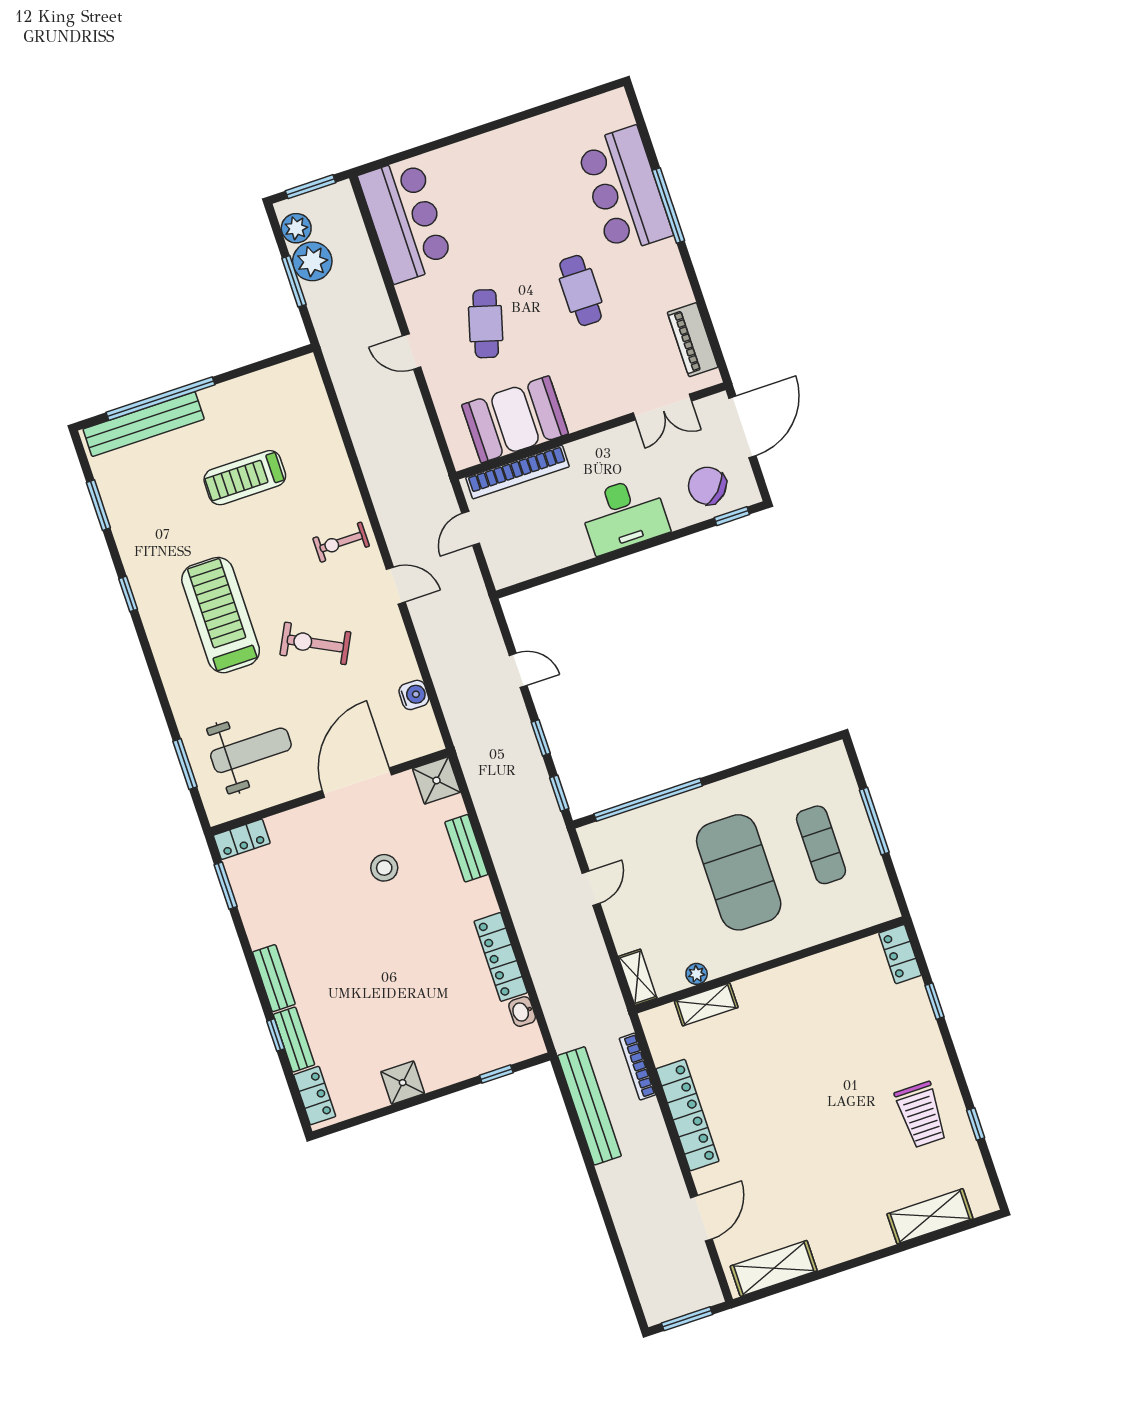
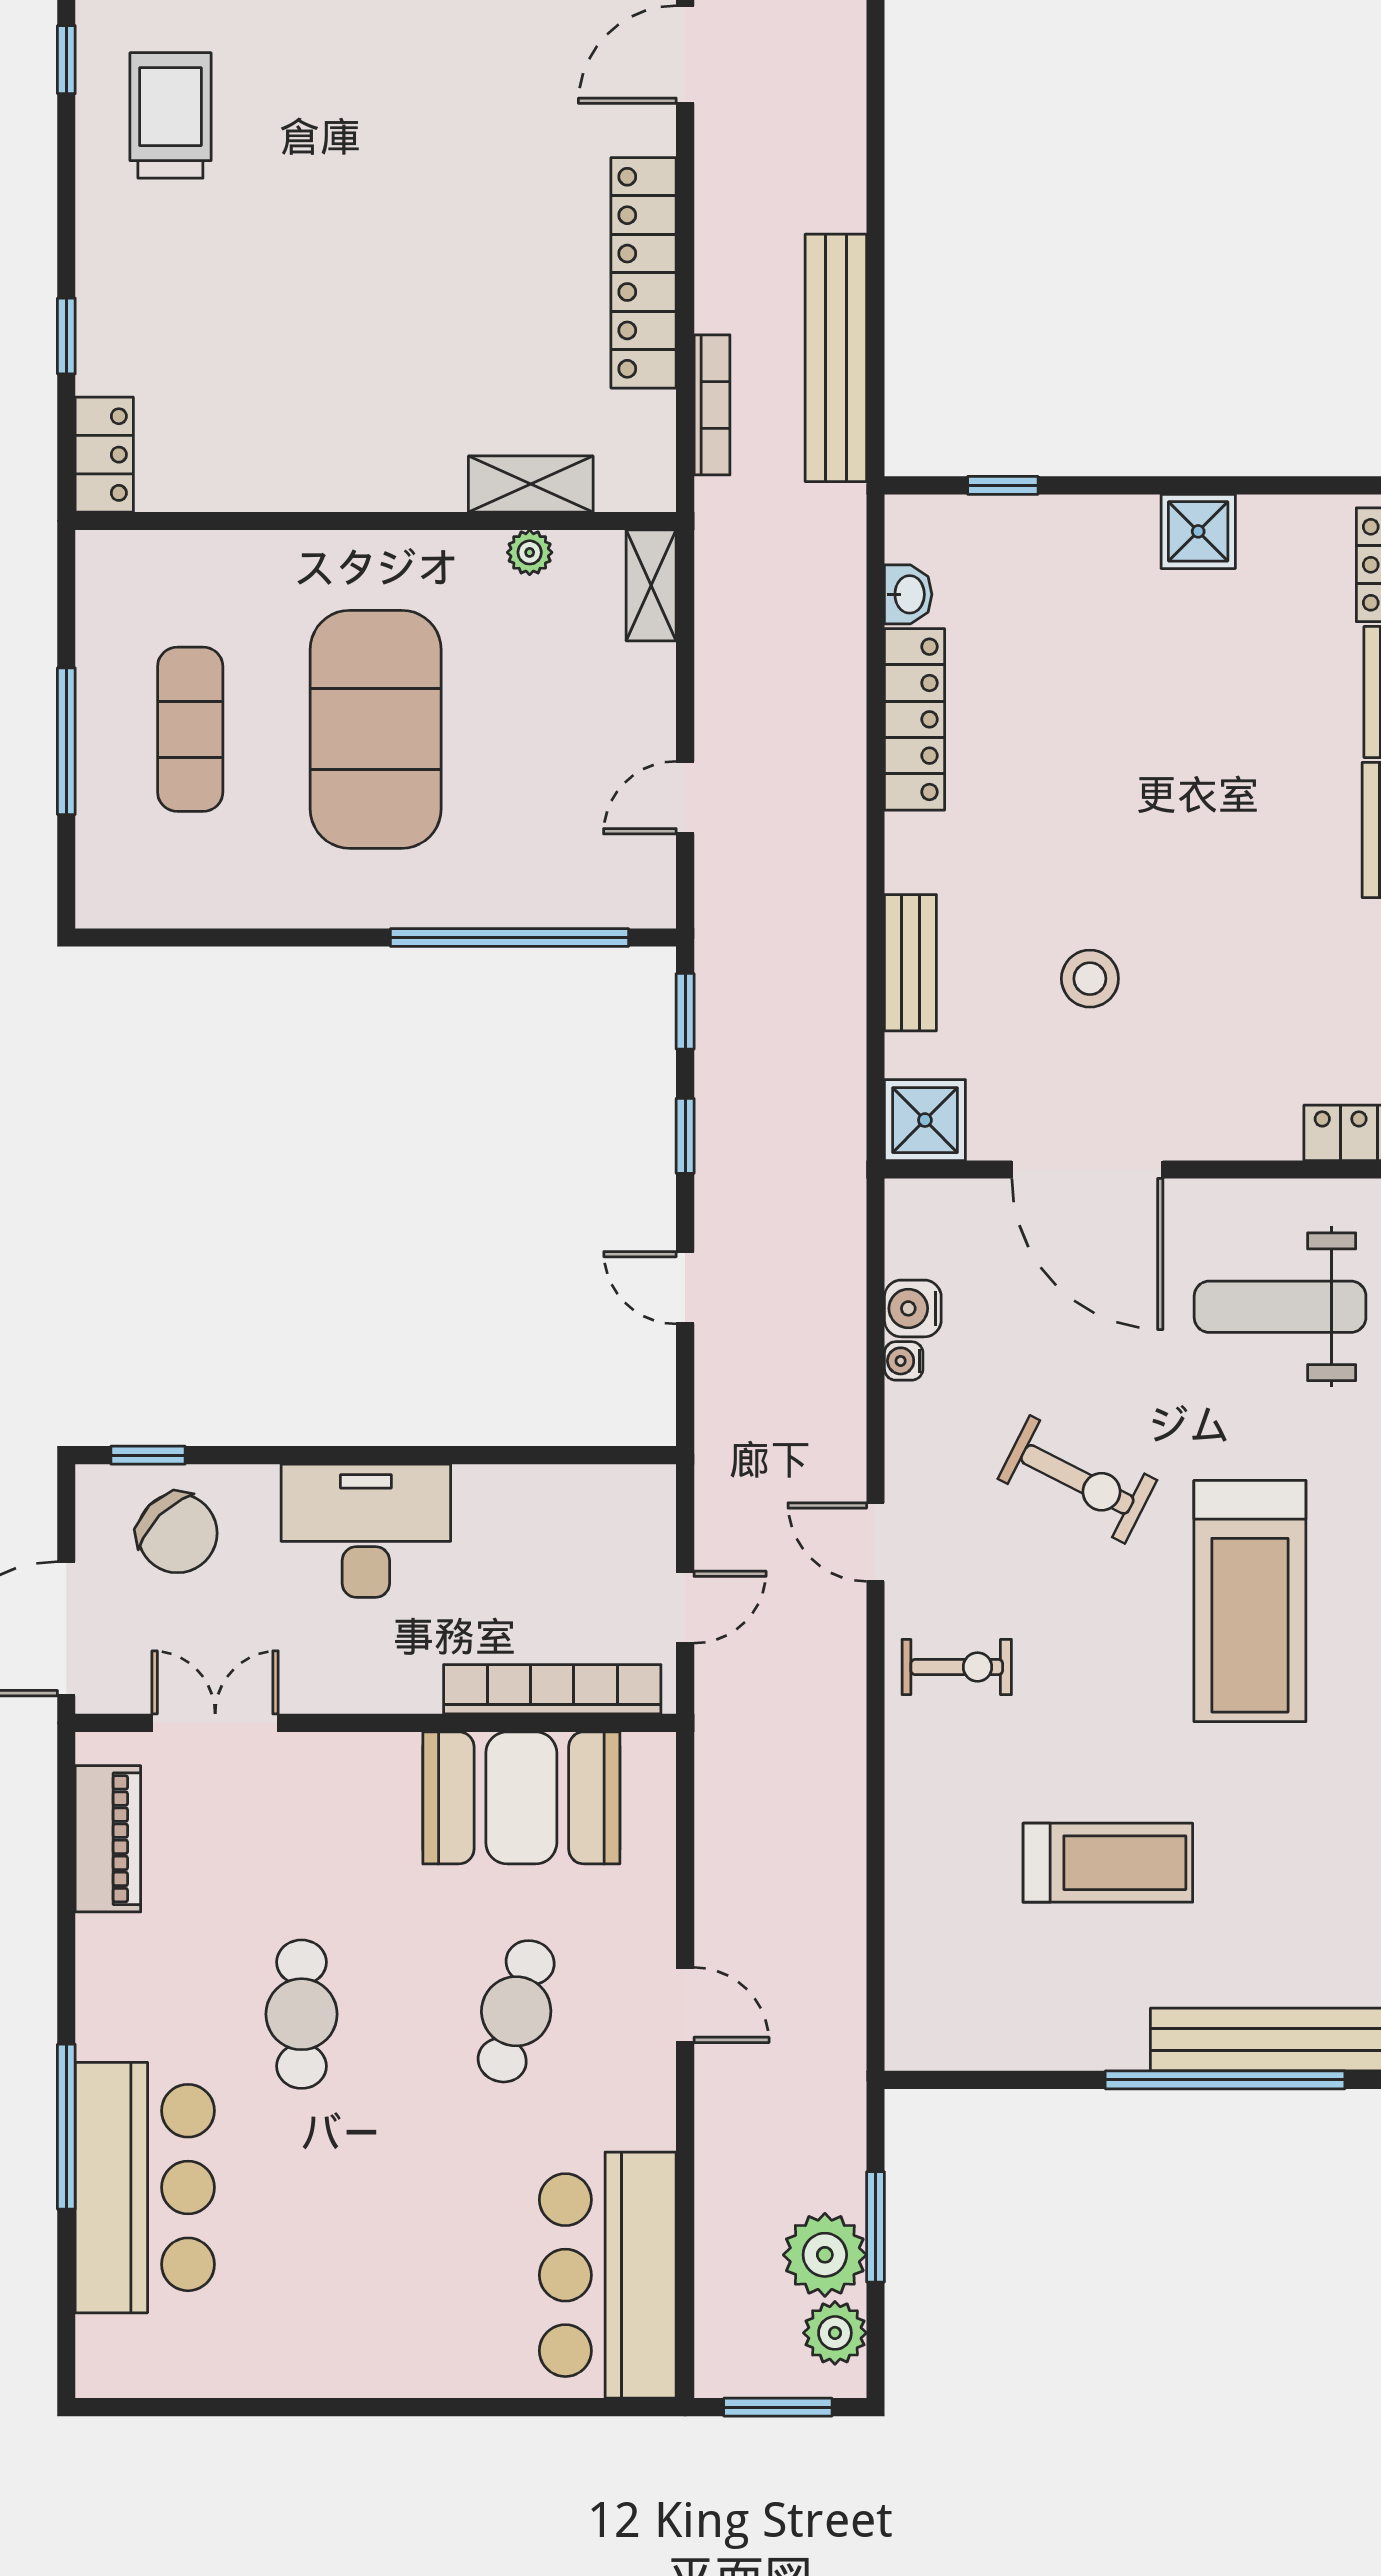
water cooler: (410, 670) -> (904, 1361), added
door: (357, 783) -> (1087, 1170), hinge flipped

